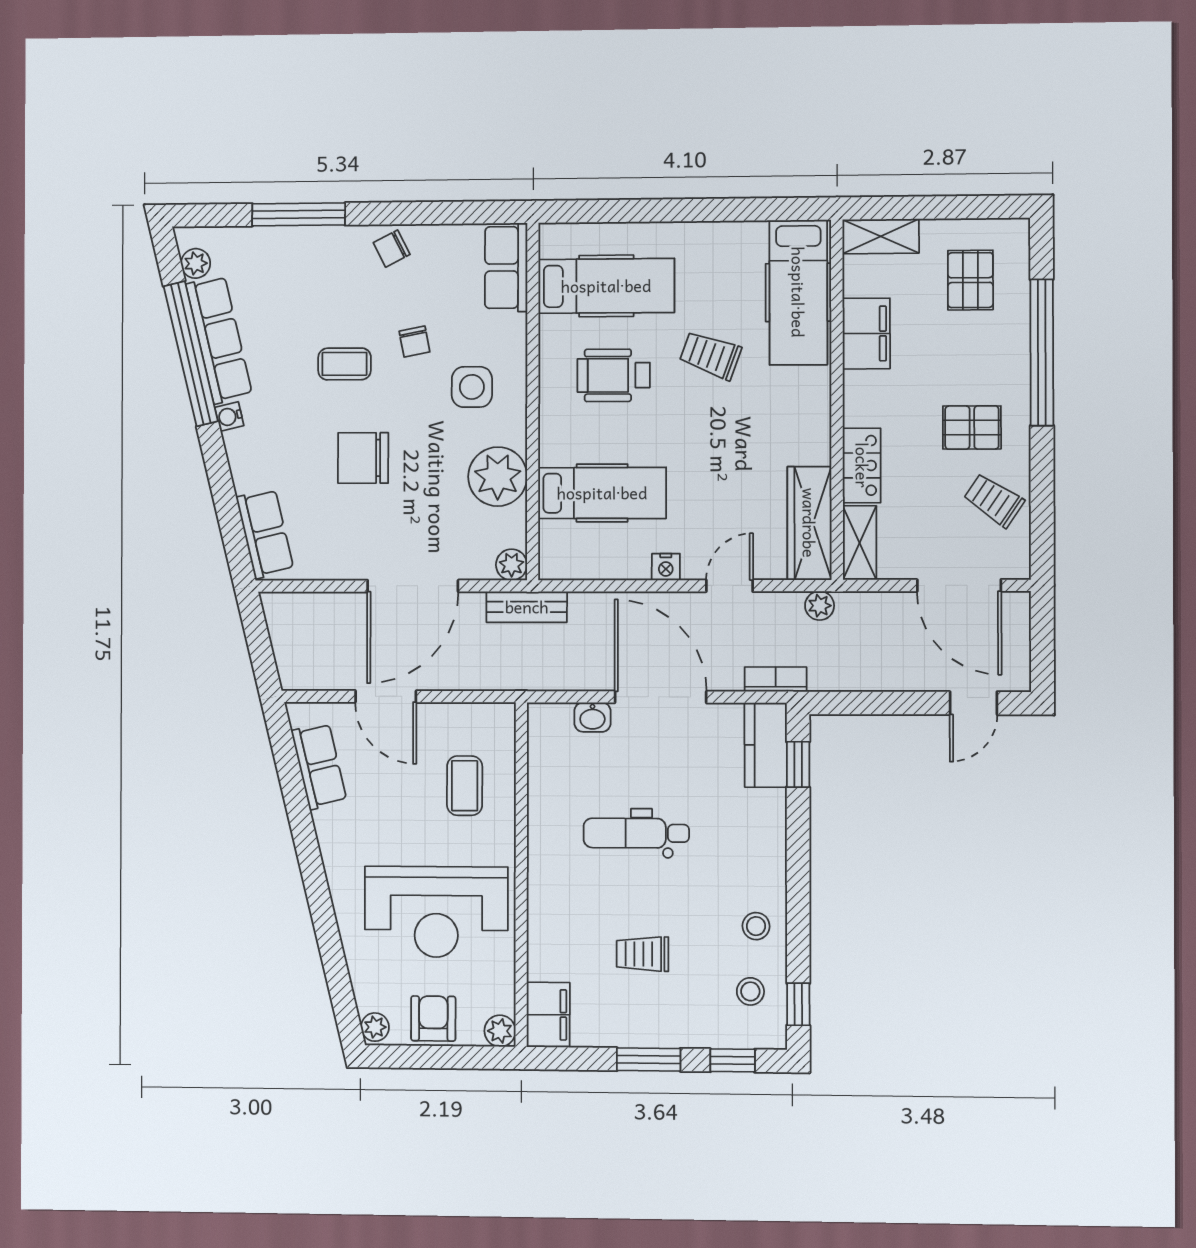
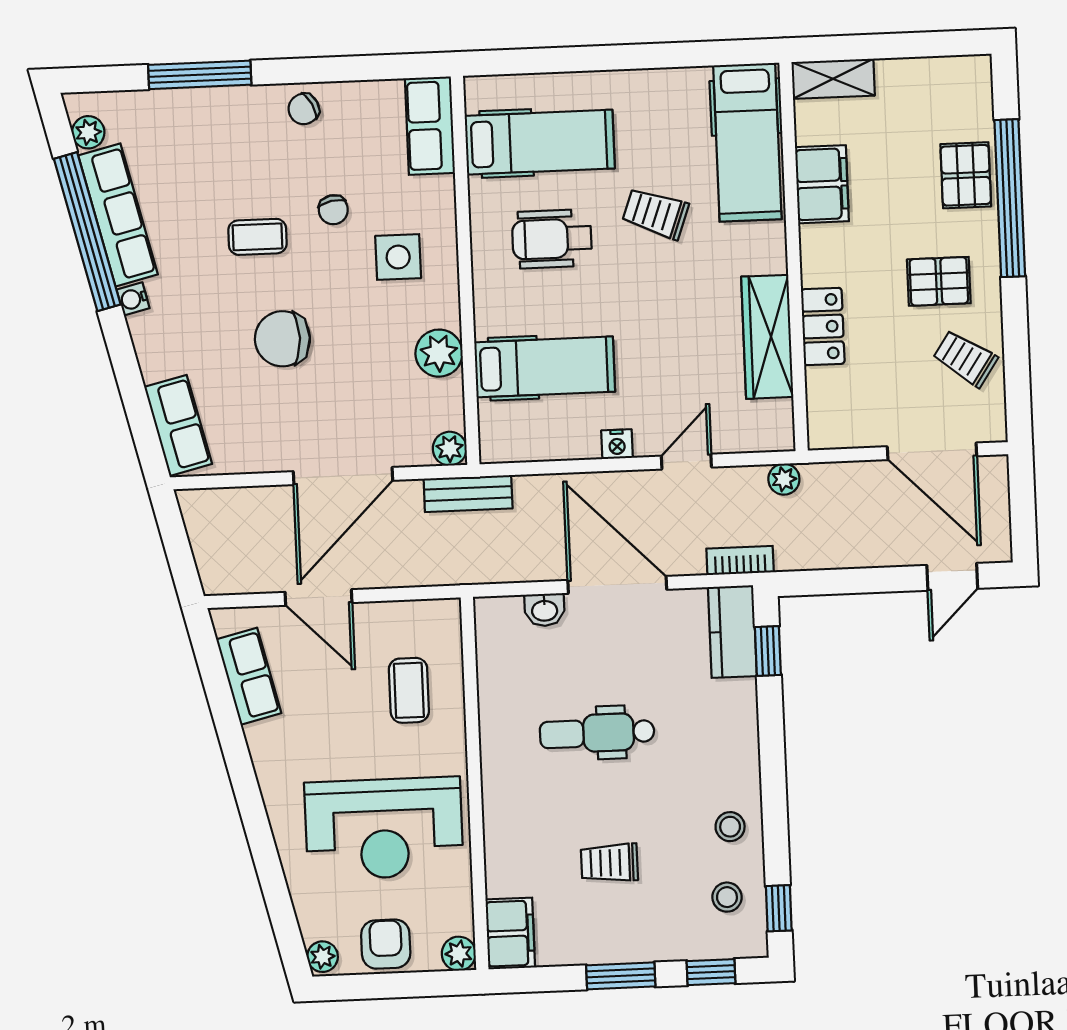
pallet: (970, 280) -> (966, 175), moved
plant: (498, 477) -> (439, 353), width x0.73, depth x0.73
wardrobe: (809, 523) -> (767, 337), moved
shelving: (860, 543) -> (824, 410), removed

